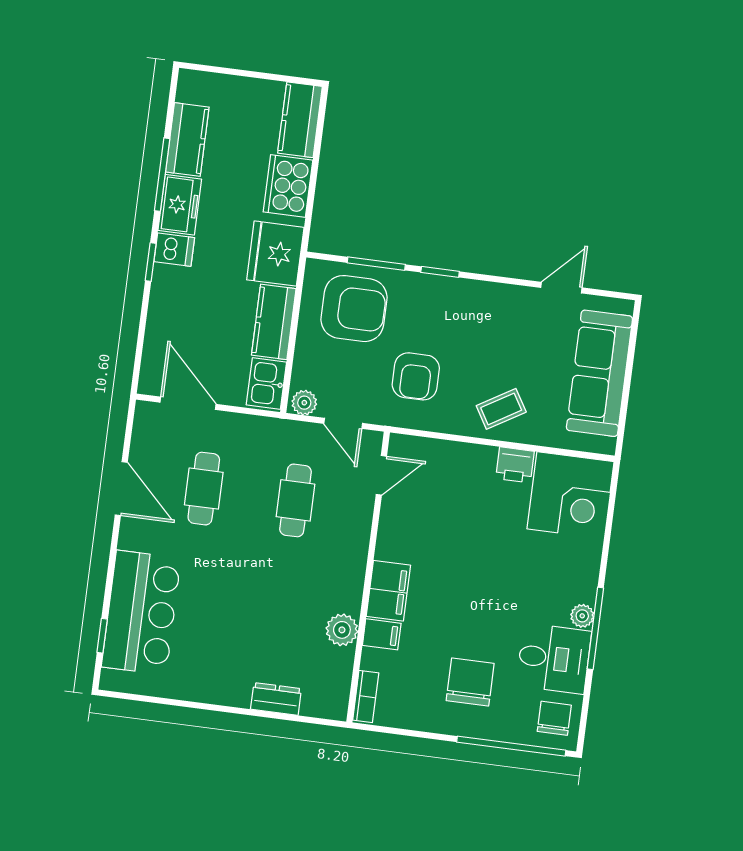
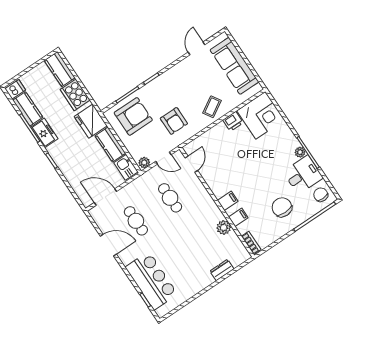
dishwasher: (174, 250) -> (15, 89), moved
filing cabinet: (388, 591) -> (228, 201), width x0.50

